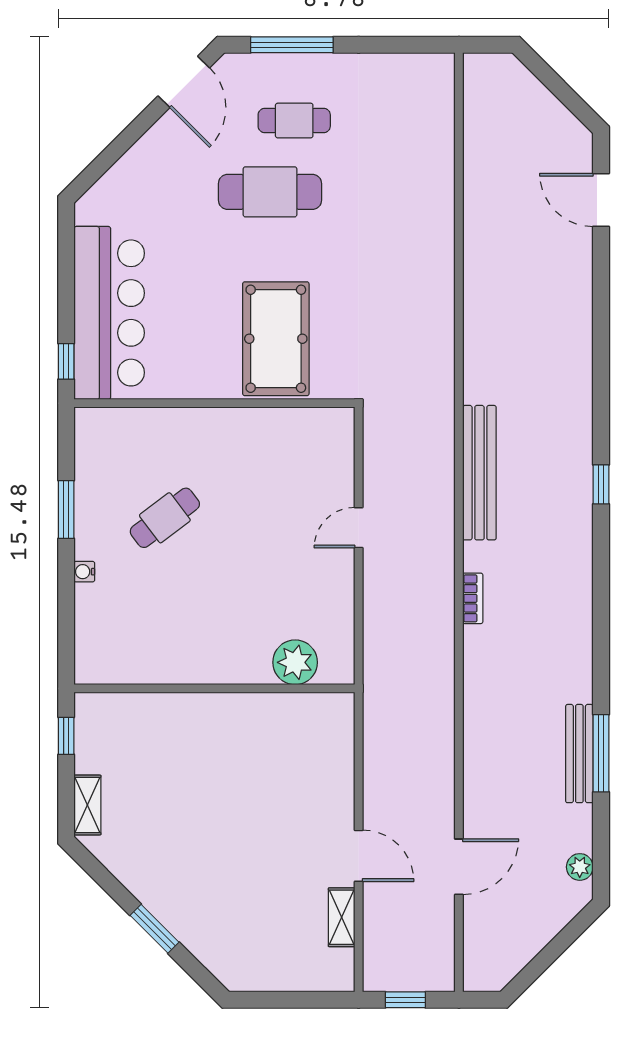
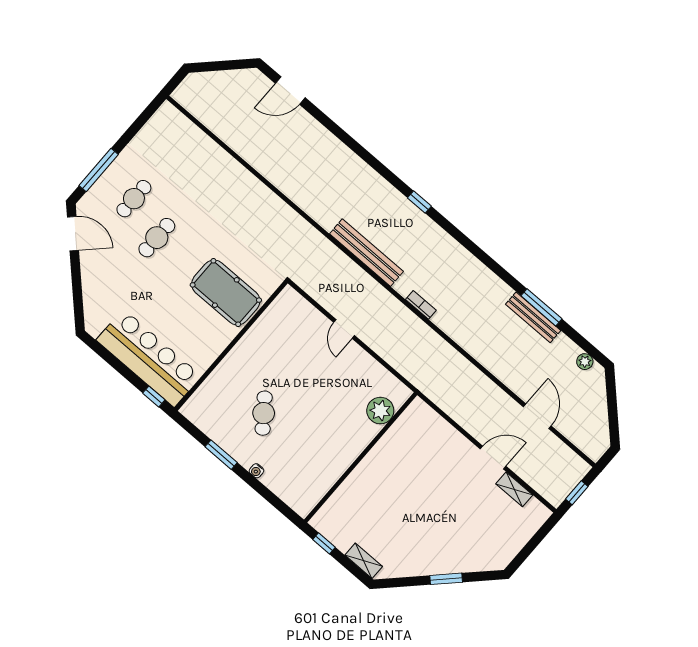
cafe table: (270, 192) -> (157, 238), width x0.73, depth x0.74

